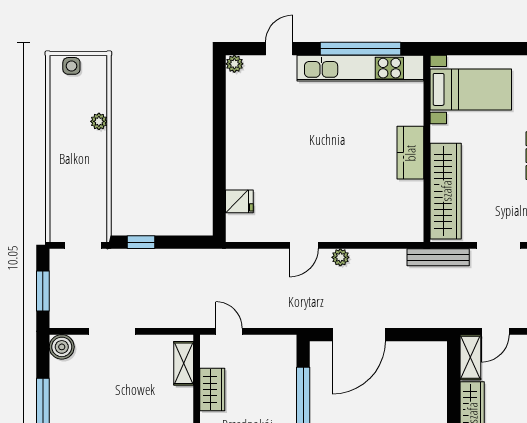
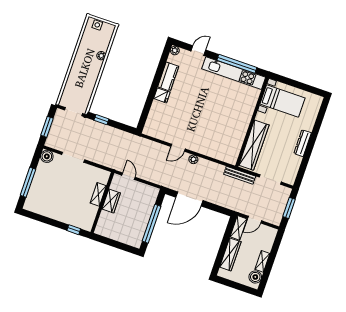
kitchen counter: (410, 153) -> (168, 77), moved, turned 180
fridge: (239, 201) -> (162, 95), moved
shelving: (184, 363) -> (98, 194), moved

